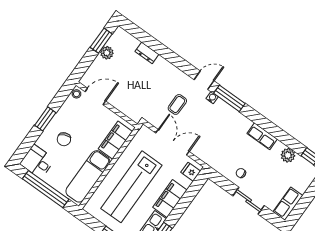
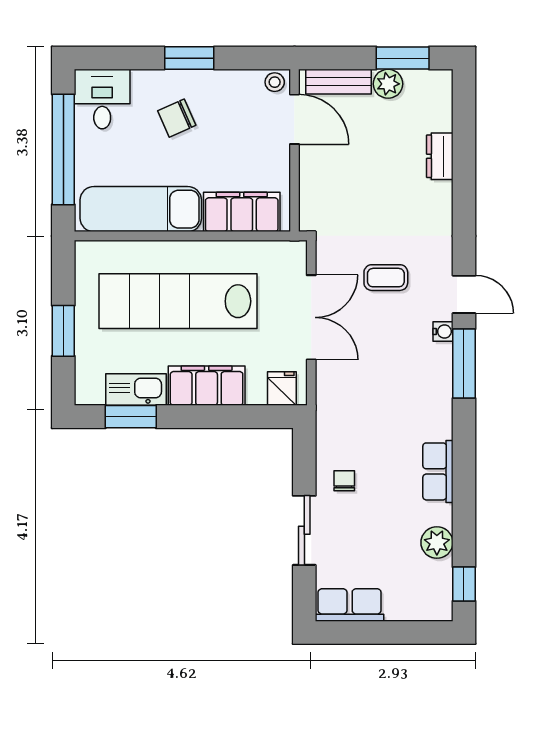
bench: (93, 70) -> (339, 82), added

